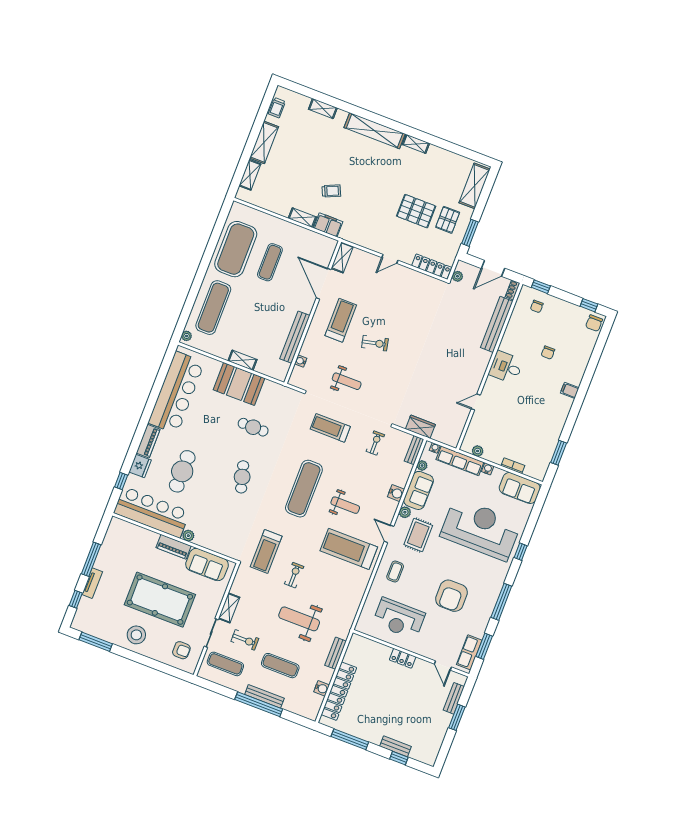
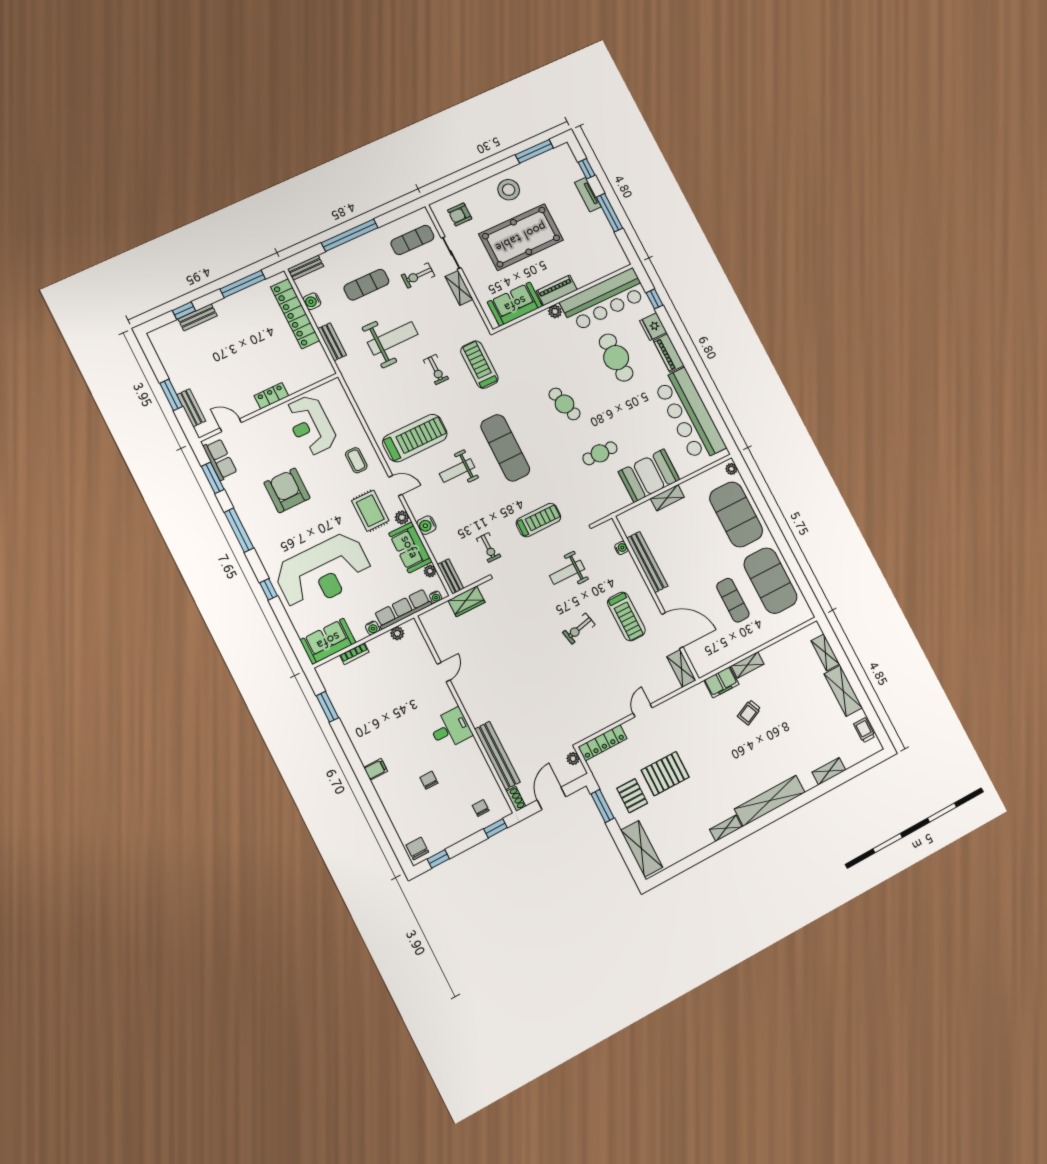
exercise mat: (213, 308) -> (736, 514), width x1.47
reception desk: (399, 618) -> (311, 425), turned -90
bench: (264, 696) -> (306, 268), moved, width x0.73

